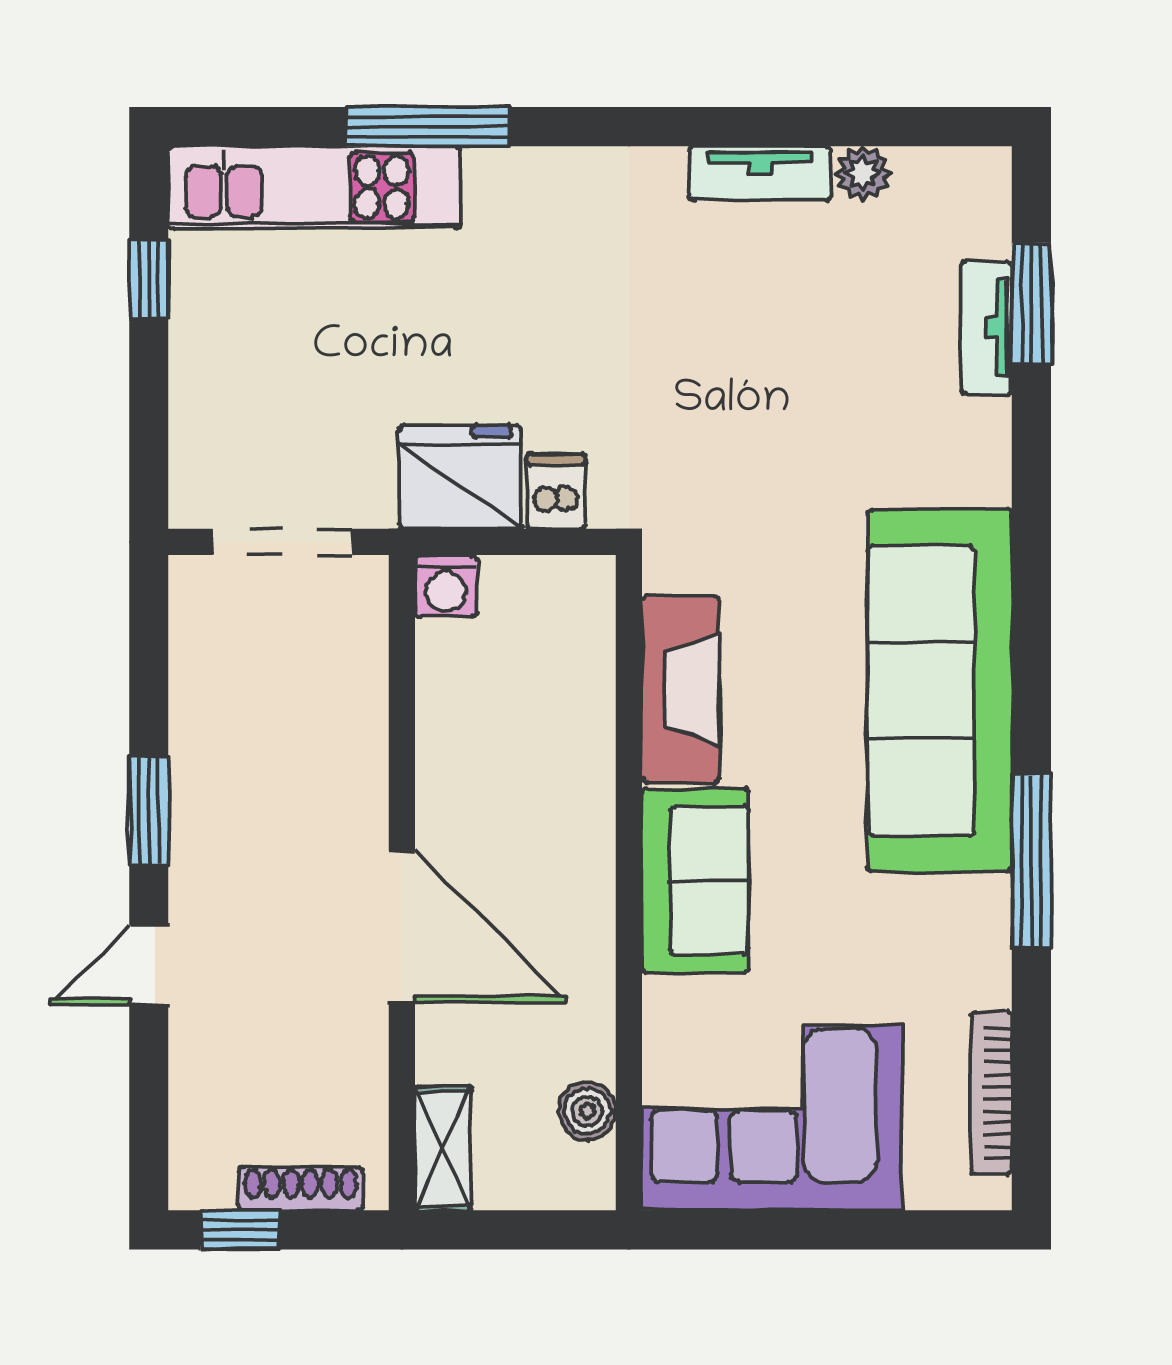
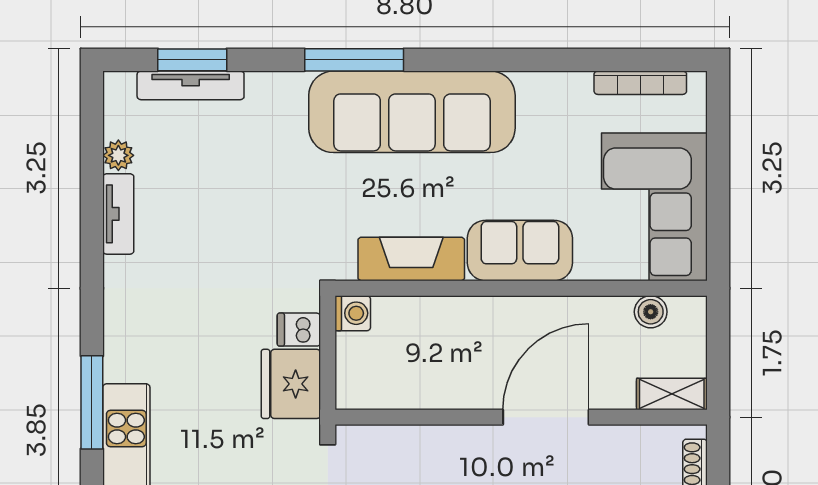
tv unit: (986, 328) -> (191, 85), width x1.41
washing machine: (446, 586) -> (353, 313), moved
window: (1031, 861) -> (354, 60), moved

